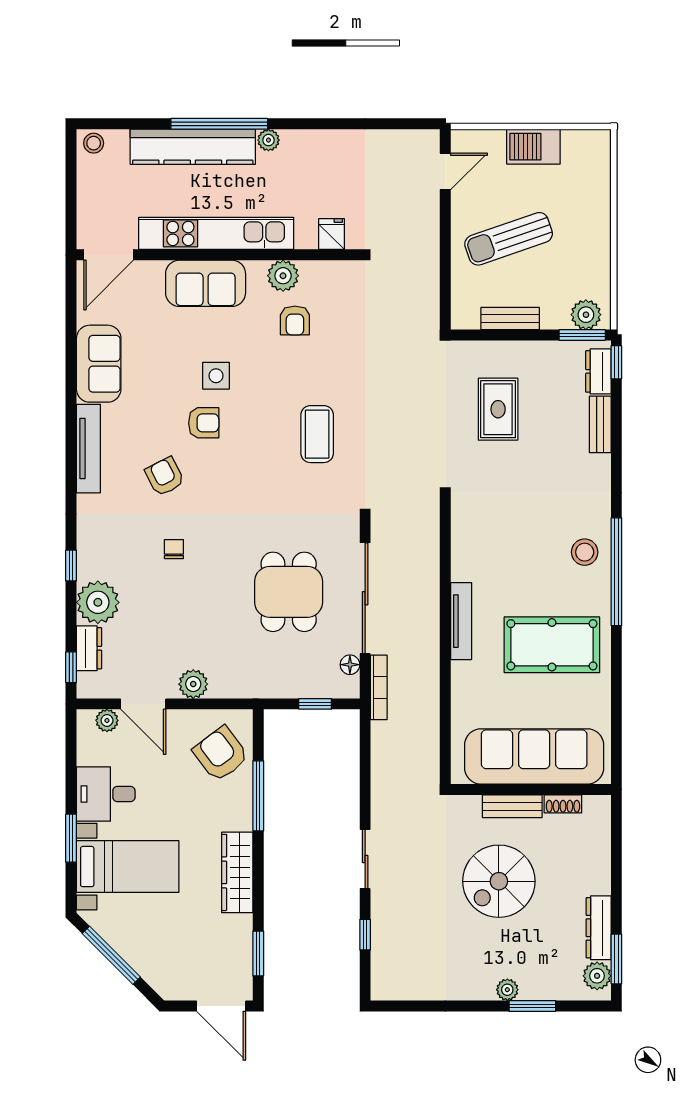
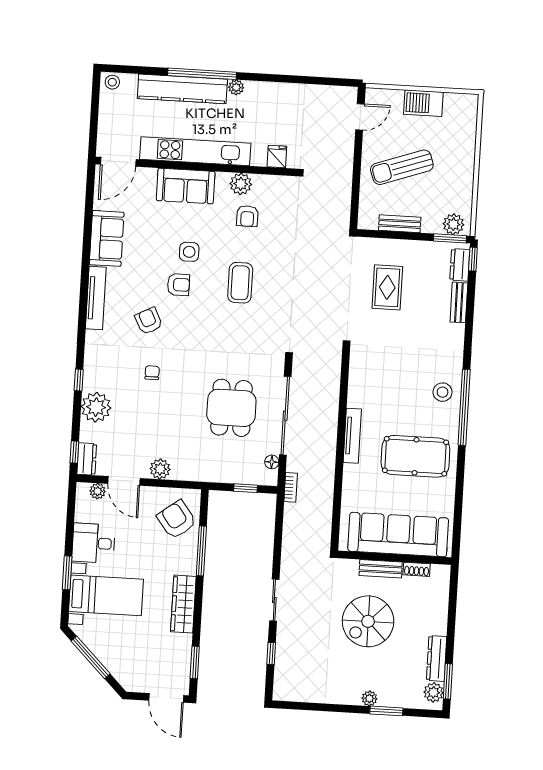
coffee table: (317, 434) -> (240, 283), moved
dresser: (89, 648) -> (87, 459), moved
bookcase: (379, 687) -> (291, 487), width x0.64

